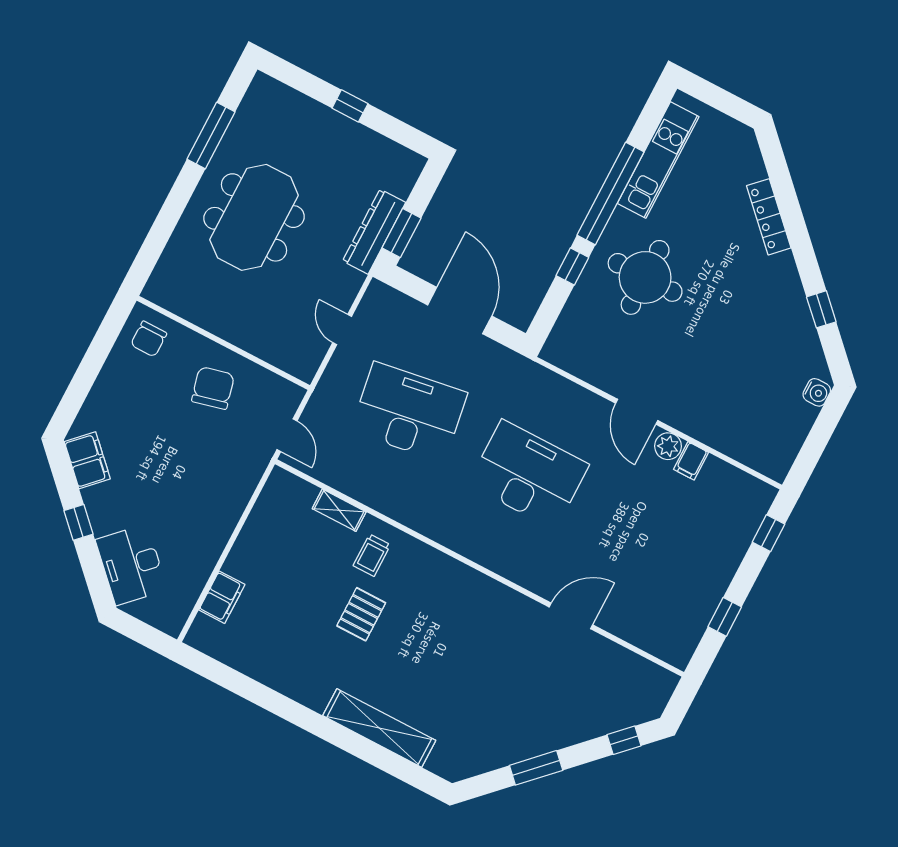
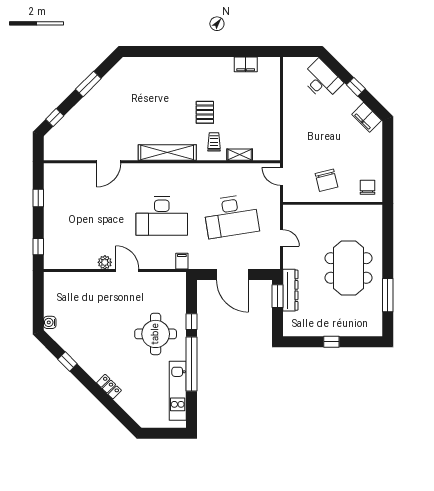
locker: (769, 217) -> (109, 387), width x0.66
filing cabinet: (691, 461) -> (182, 261), moved
filing cabinet: (222, 597) -> (246, 64), moved, turned -90
shelving: (379, 728) -> (167, 152), moved

